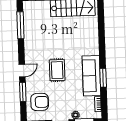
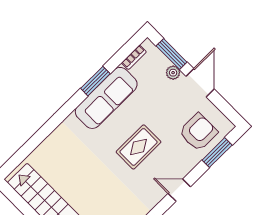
window: (23, 92) -> (217, 153), moved
armchair: (40, 102) -> (198, 132), turned 90

